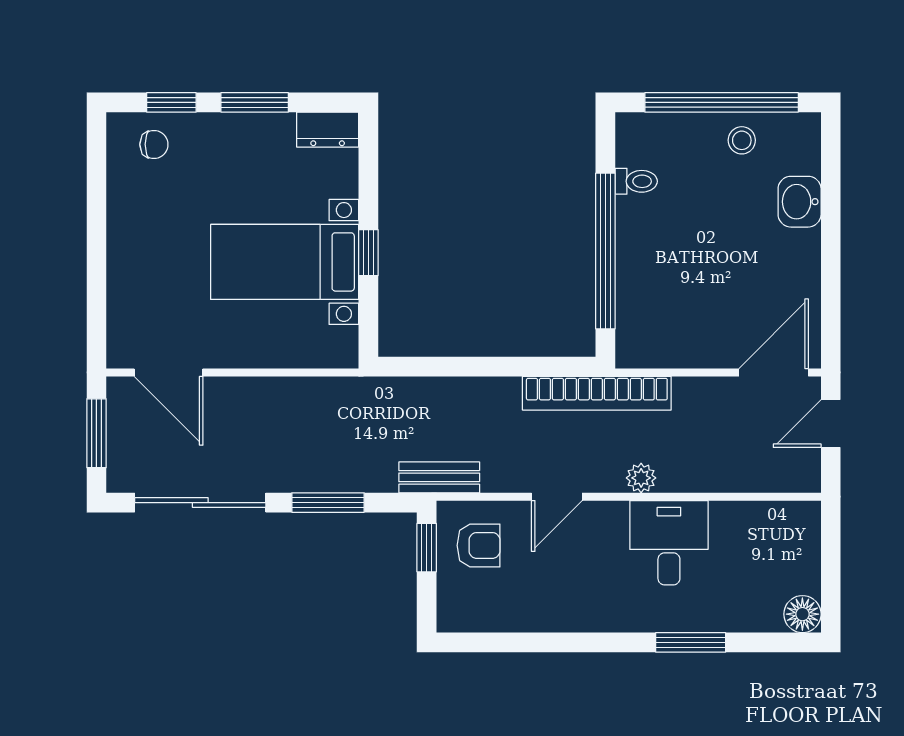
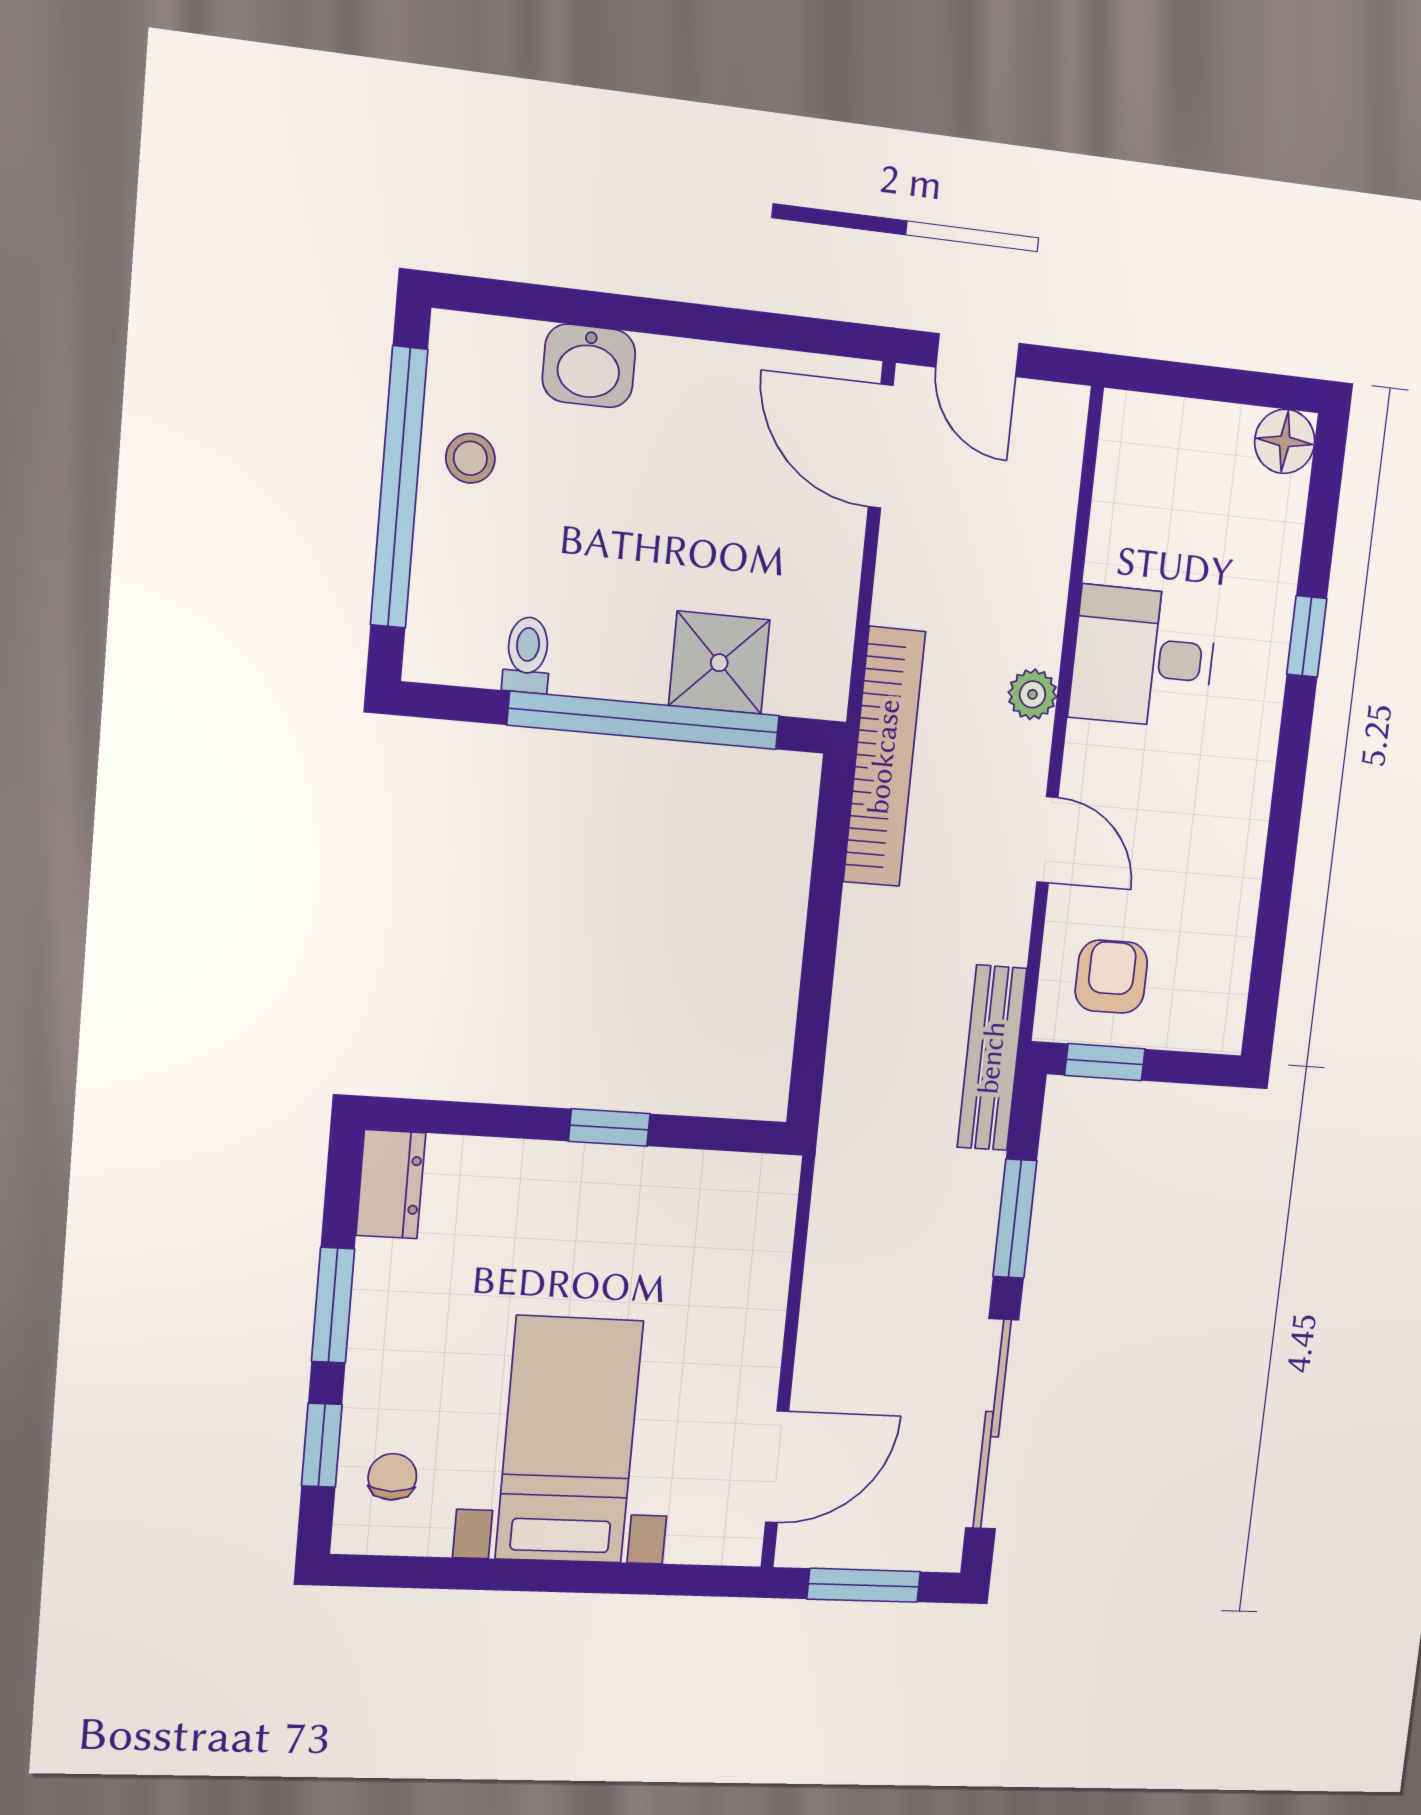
bed with nightstands: (285, 262) -> (569, 1440), moved, turned 180
shower: (642, 291) -> (719, 663), added
bench: (439, 477) -> (992, 1058), width x1.36
window: (691, 642) -> (1307, 636), width x0.67

